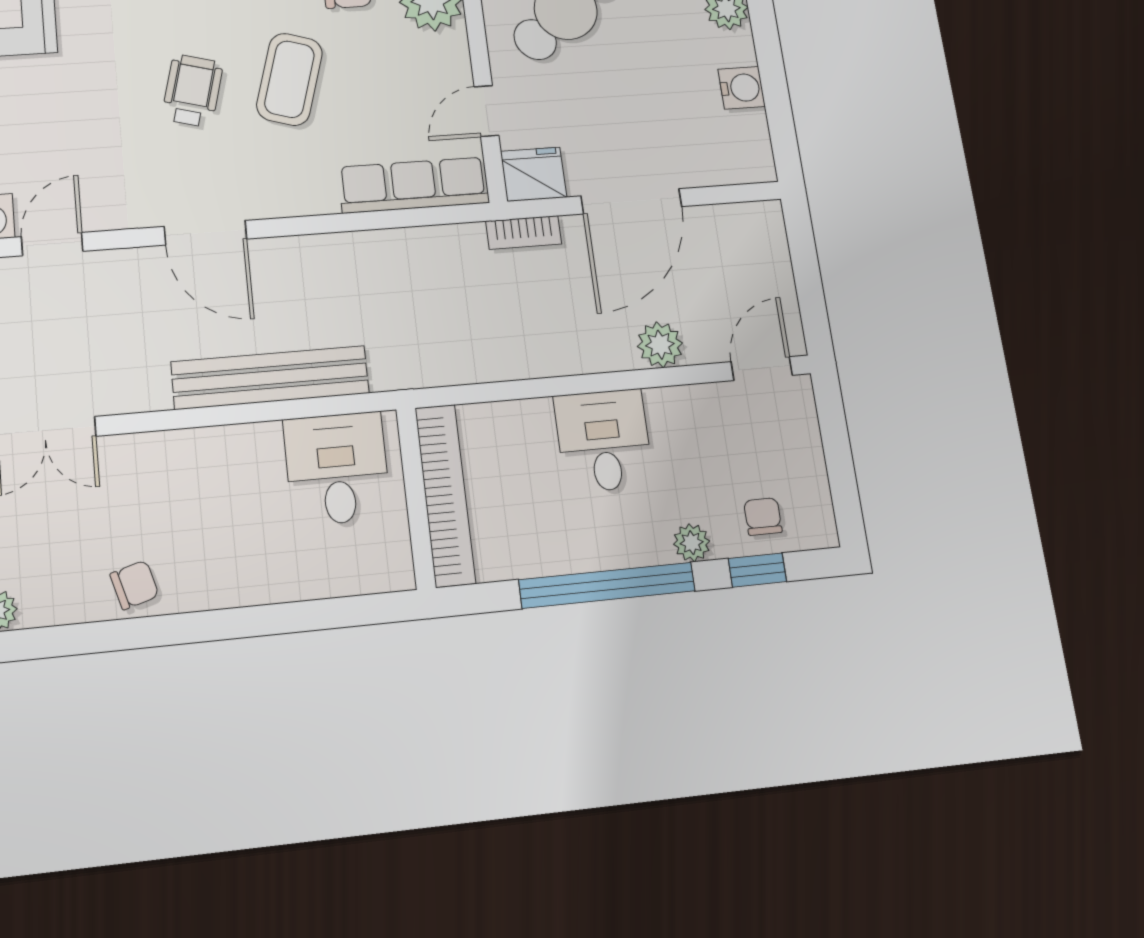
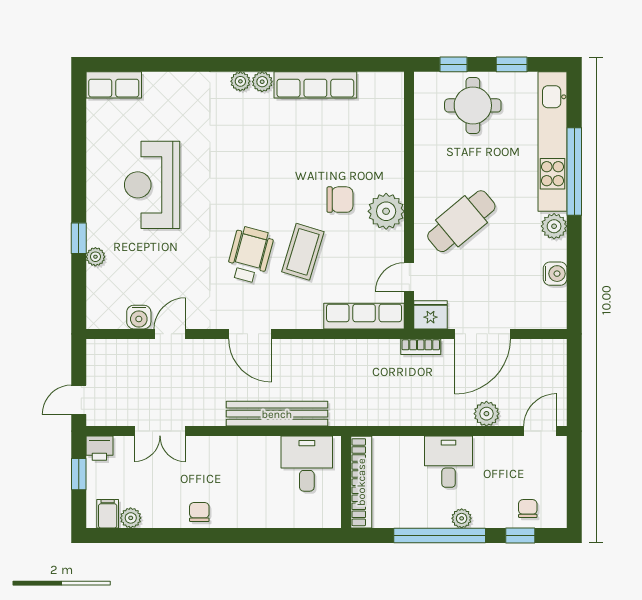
wheelchair: (192, 91) -> (250, 255), width x1.36, depth x1.37
plant: (692, 543) -> (462, 518), moved
chair: (134, 585) -> (199, 512), turned -74

